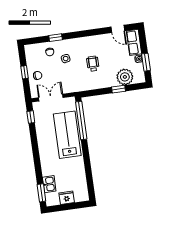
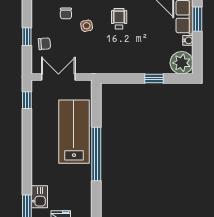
window: (146, 62) -> (197, 19), moved
wheelchair: (93, 64) -> (119, 19), moved
plant: (125, 77) -> (182, 63), moved
window: (81, 121) -> (96, 154), moved

